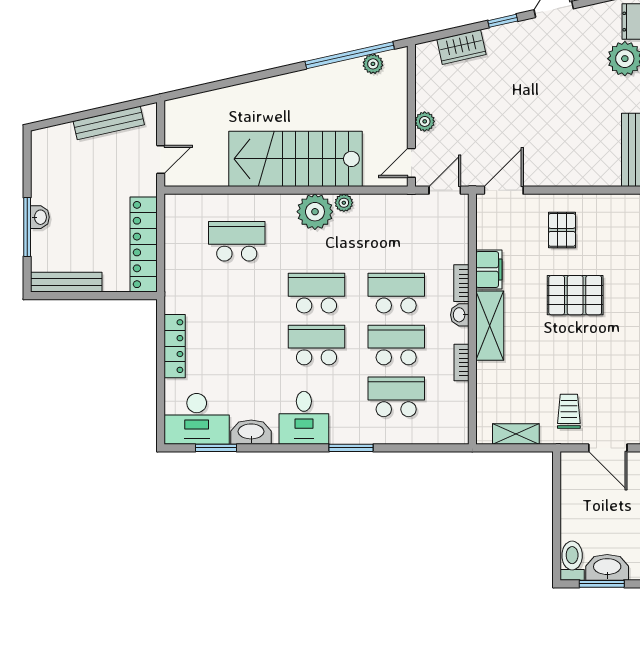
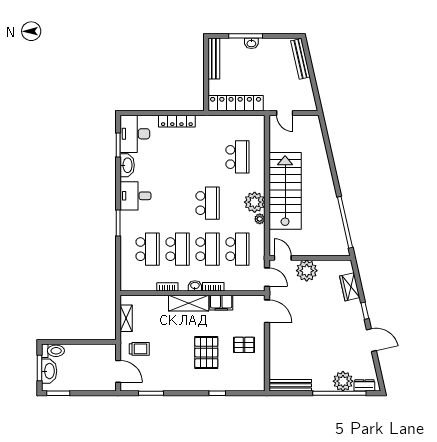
plant: (373, 64) -> (340, 236), removed
plant: (425, 121) -> (307, 271), width x1.87, depth x1.87
bench: (109, 123) -> (300, 59), moved
school desk: (316, 345) -> (237, 249), moved
door: (608, 448) -> (118, 371), swing flipped

